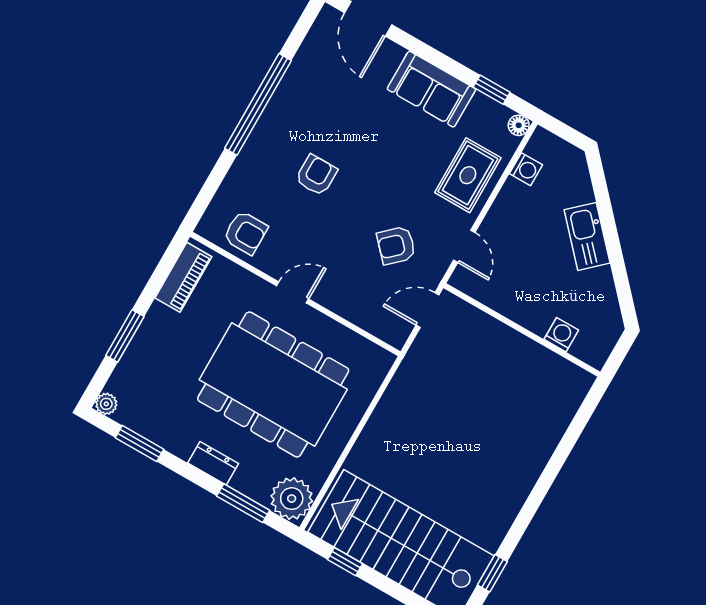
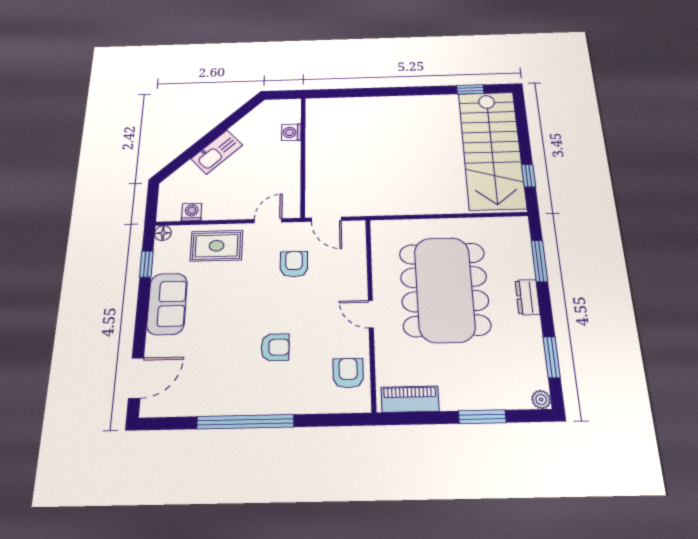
armchair: (316, 175) -> (275, 347), turned 180
armchair: (396, 245) -> (294, 264), turned -137
plant: (292, 499) -> (513, 232), removed

